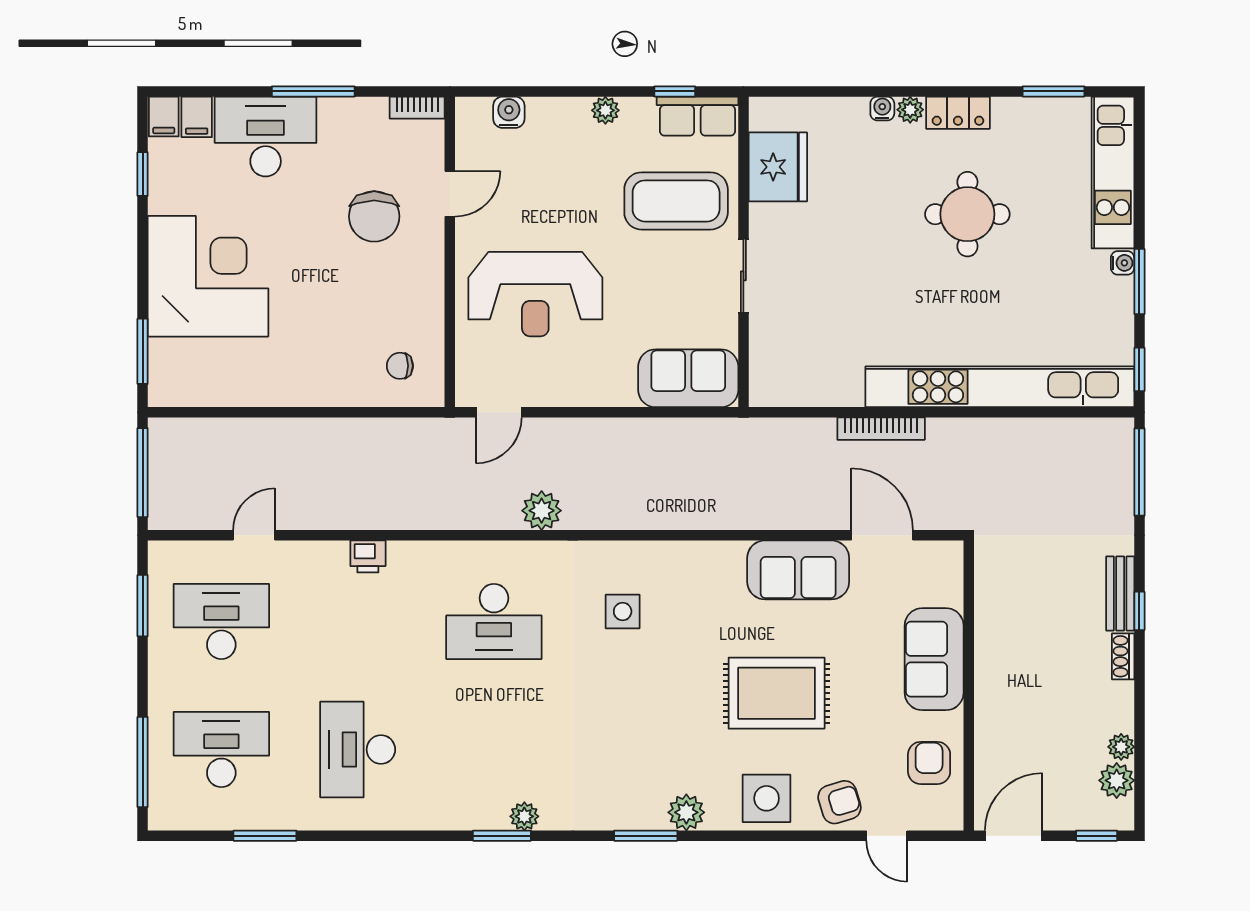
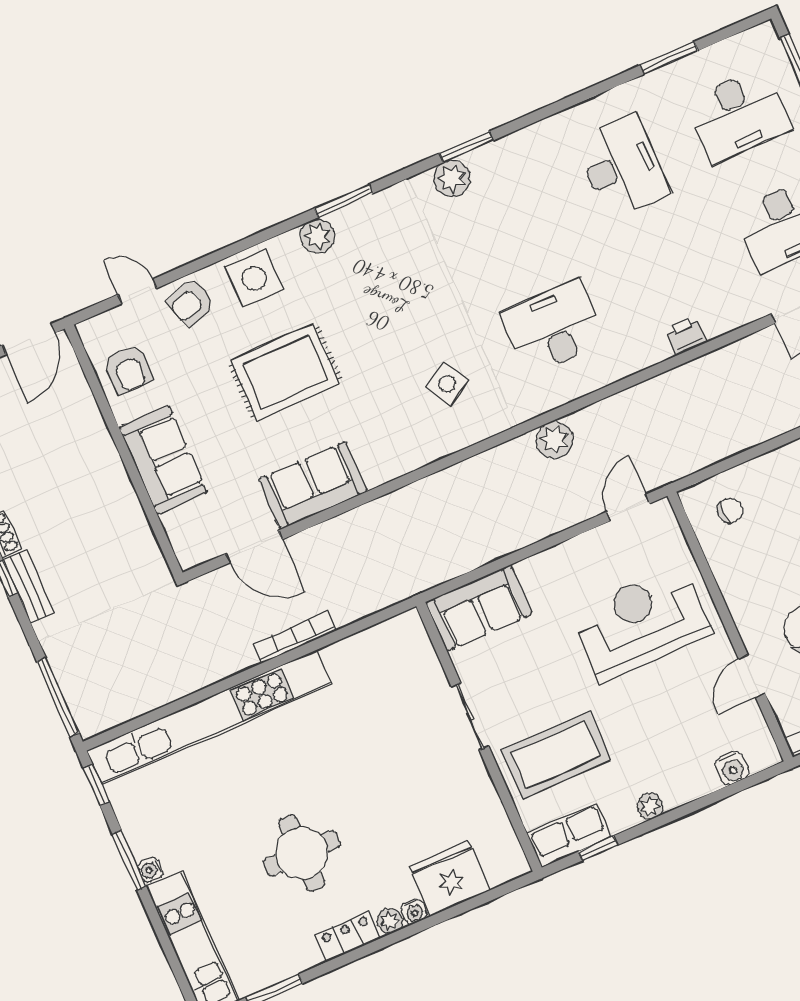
fridge: (778, 167) -> (450, 878), moved, turned 90
side table: (623, 611) -> (447, 384), turned -31
plant: (524, 816) -> (452, 178), width x1.38, depth x1.38

